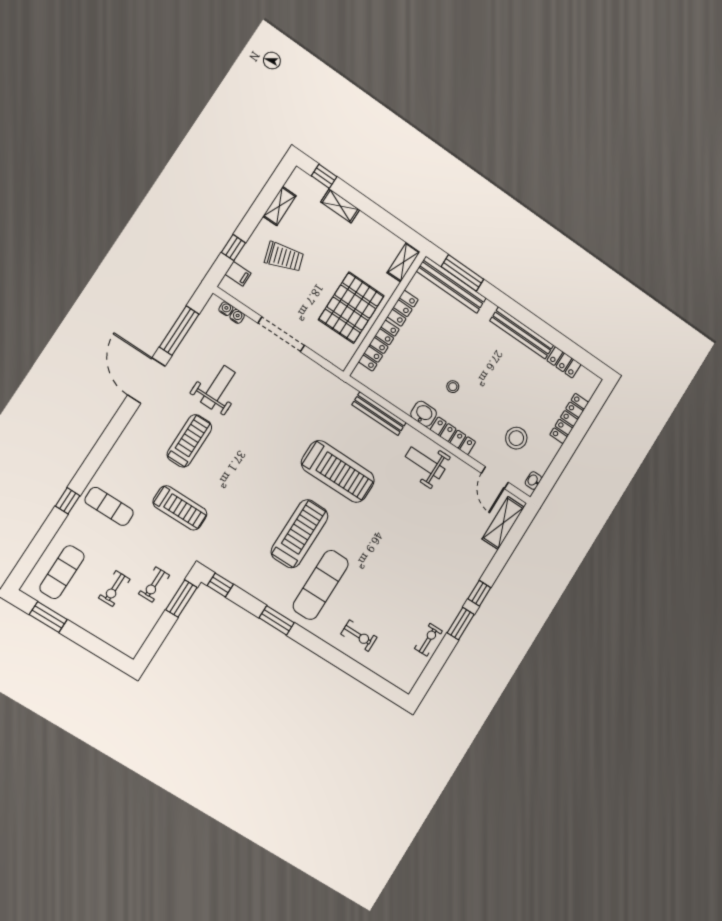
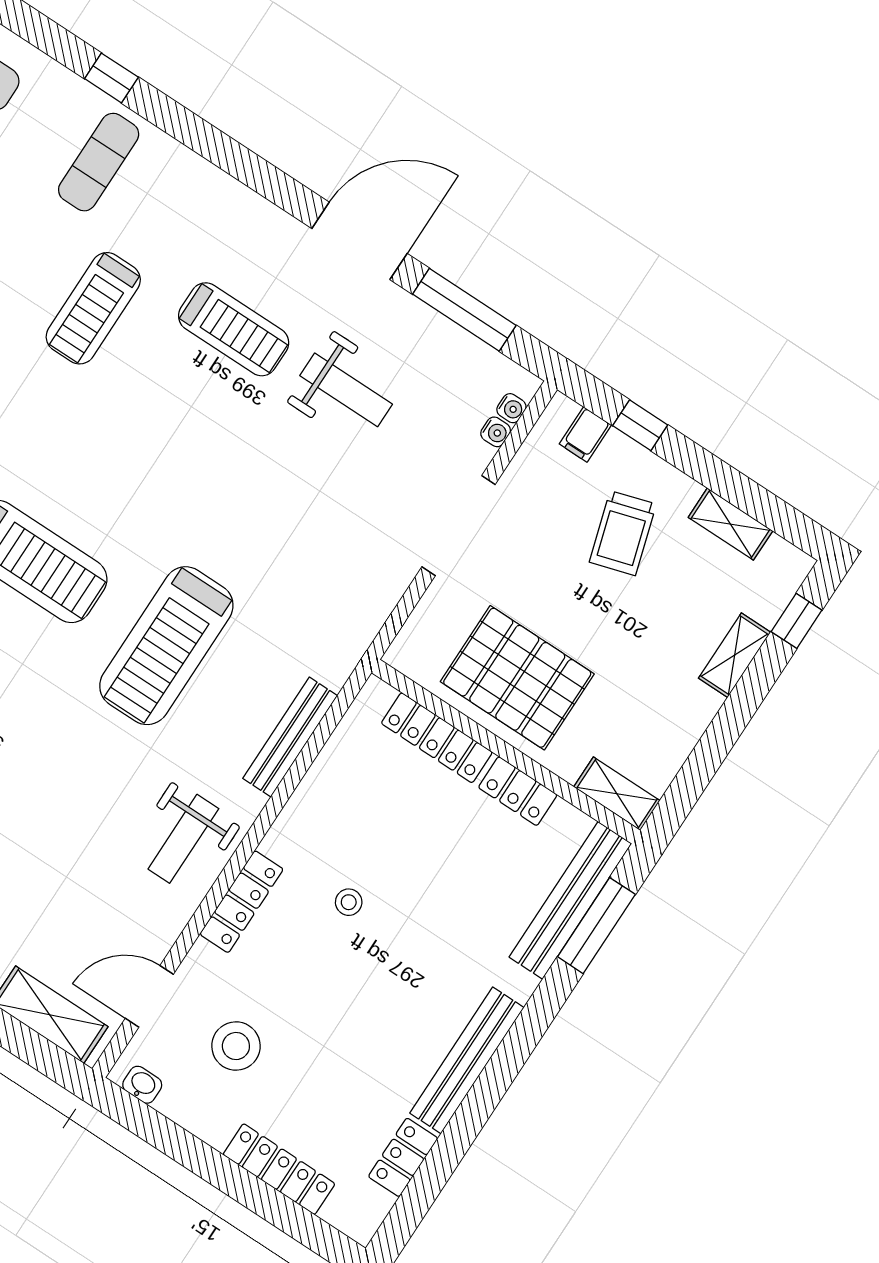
washbasin: (424, 414) -> (290, 836), removed
weight bench: (425, 463) -> (183, 839), turned 180

